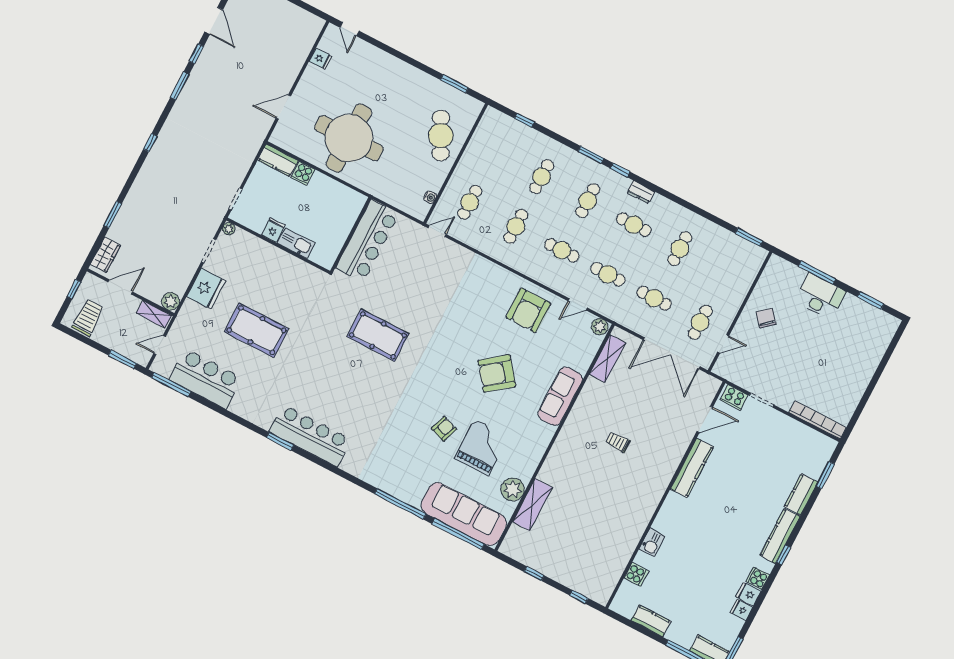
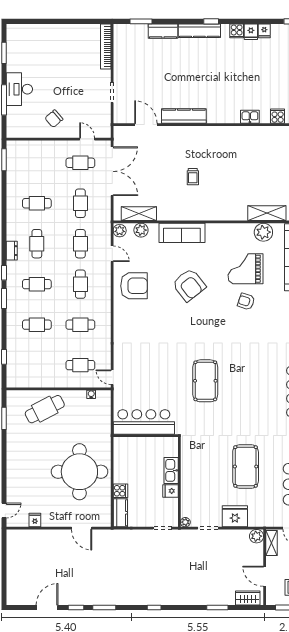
plant: (588, 351) -> (141, 230), added
cooker: (734, 397) -> (120, 112), removed

